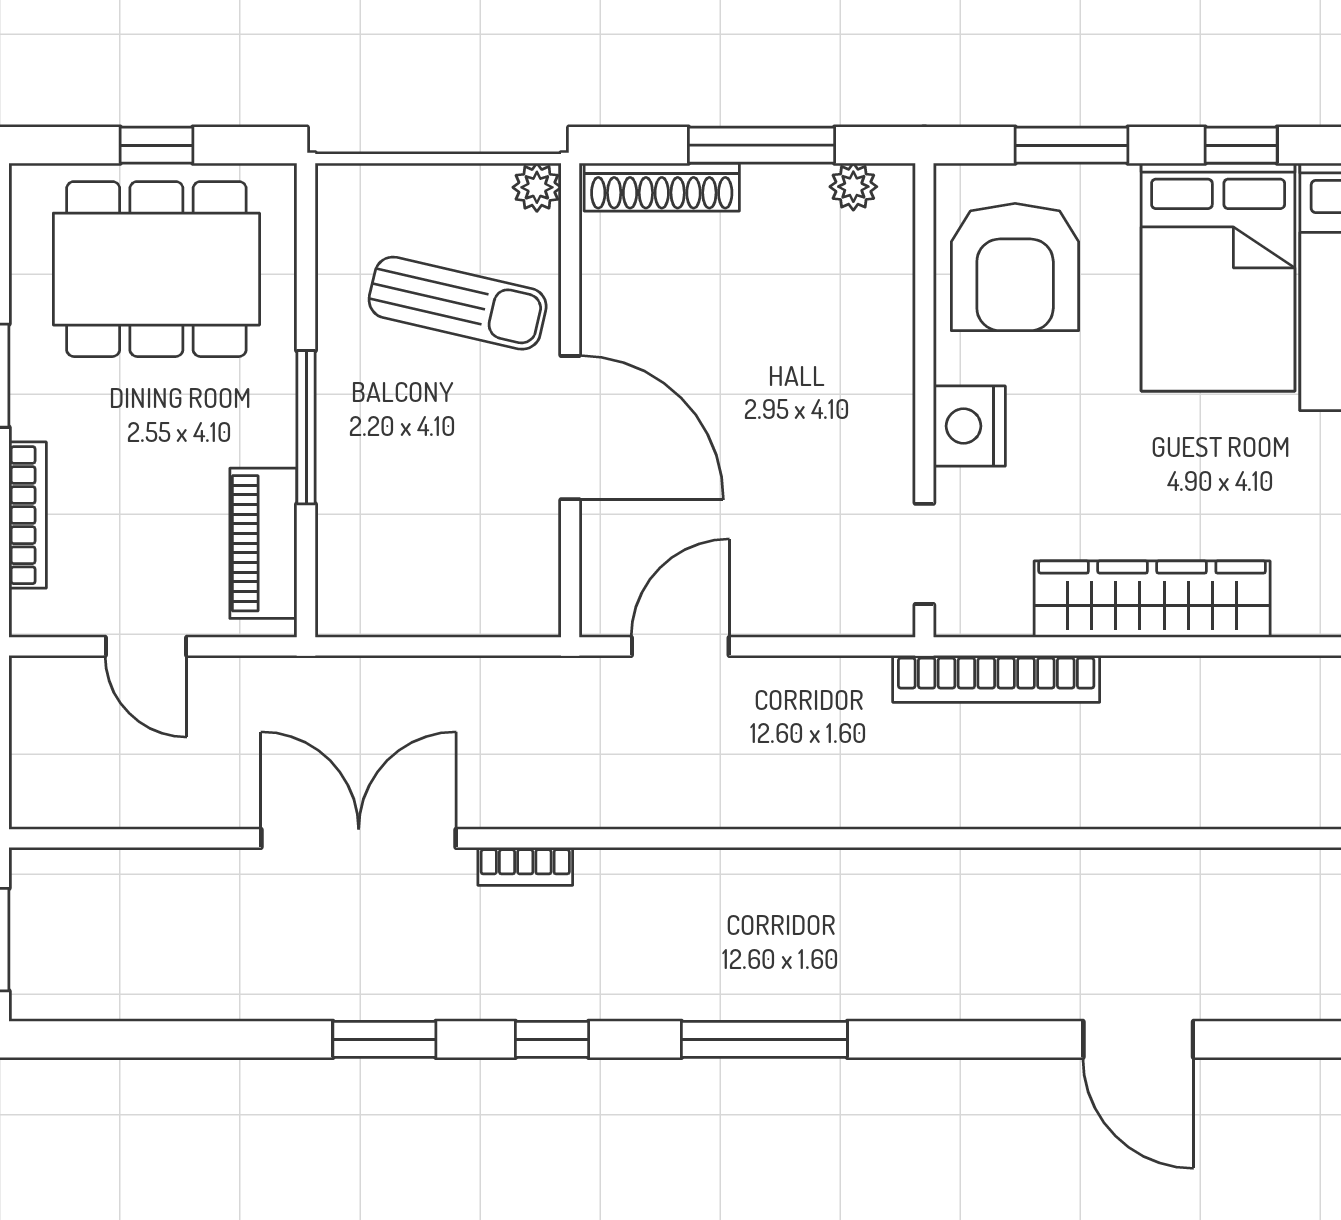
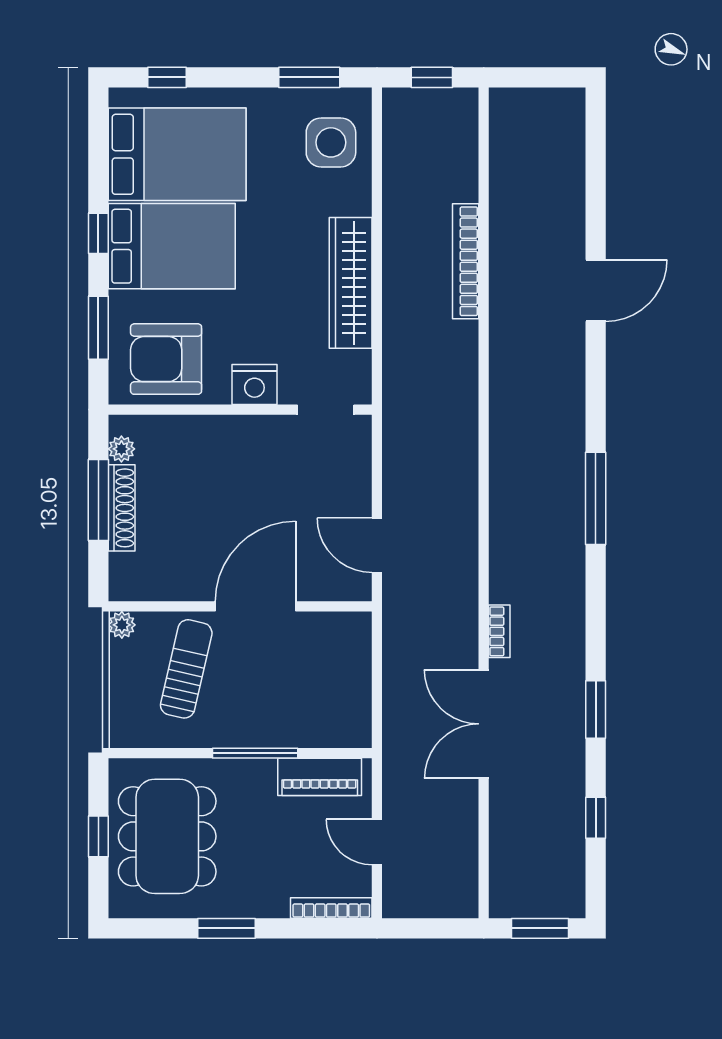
shoe rack: (662, 187) -> (122, 508), moved
armchair: (1015, 267) -> (166, 359), turned 180
bookcase: (28, 515) -> (331, 908), moved
door: (146, 646) -> (377, 842), swing flipped
bookcase: (996, 679) -> (466, 261), moved, turned 180
window: (552, 1039) -> (596, 818), moved

